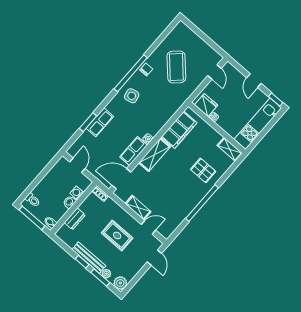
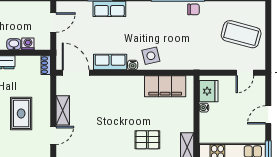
coffee table: (176, 67) -> (241, 34), moved, turned 58
side table: (132, 96) -> (151, 56), moved
shelving: (155, 155) -> (123, 84), removed
pallet: (203, 170) -> (147, 140), turned 90
door: (149, 227) -> (53, 135), hinge flipped

